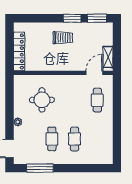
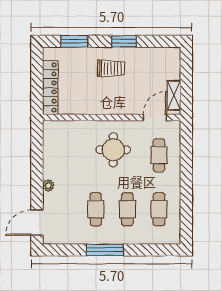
window: (97, 18) -> (74, 41), moved
round table: (42, 100) -> (113, 150), moved
cafe table: (97, 139) -> (159, 209), added
window: (40, 168) -> (105, 250), moved

